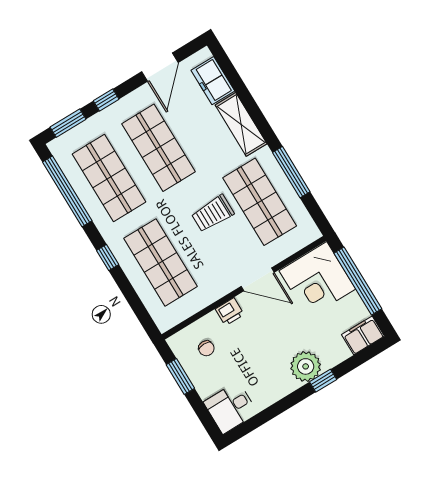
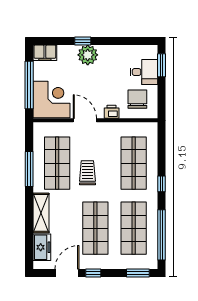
window: (106, 100) -> (93, 273), moved
trolley: (213, 213) -> (87, 173), turned -90
chair: (206, 348) -> (137, 99), width x1.87, depth x1.87
window: (180, 377) -> (162, 65), moved
desk: (231, 408) -> (144, 72), moved

